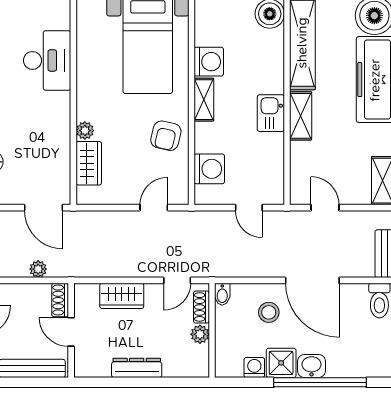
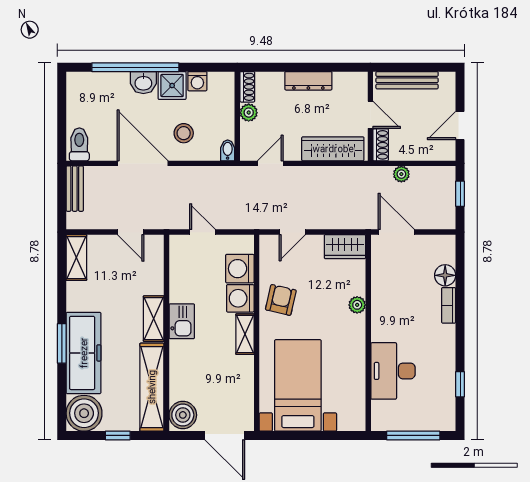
washing machine: (209, 62) -> (240, 298), moved
wardrobe: (89, 163) -> (345, 247), moved, turned -90
wardrobe: (122, 296) -> (333, 149), width x1.50
shoe rack: (201, 307) -> (247, 87), moved

